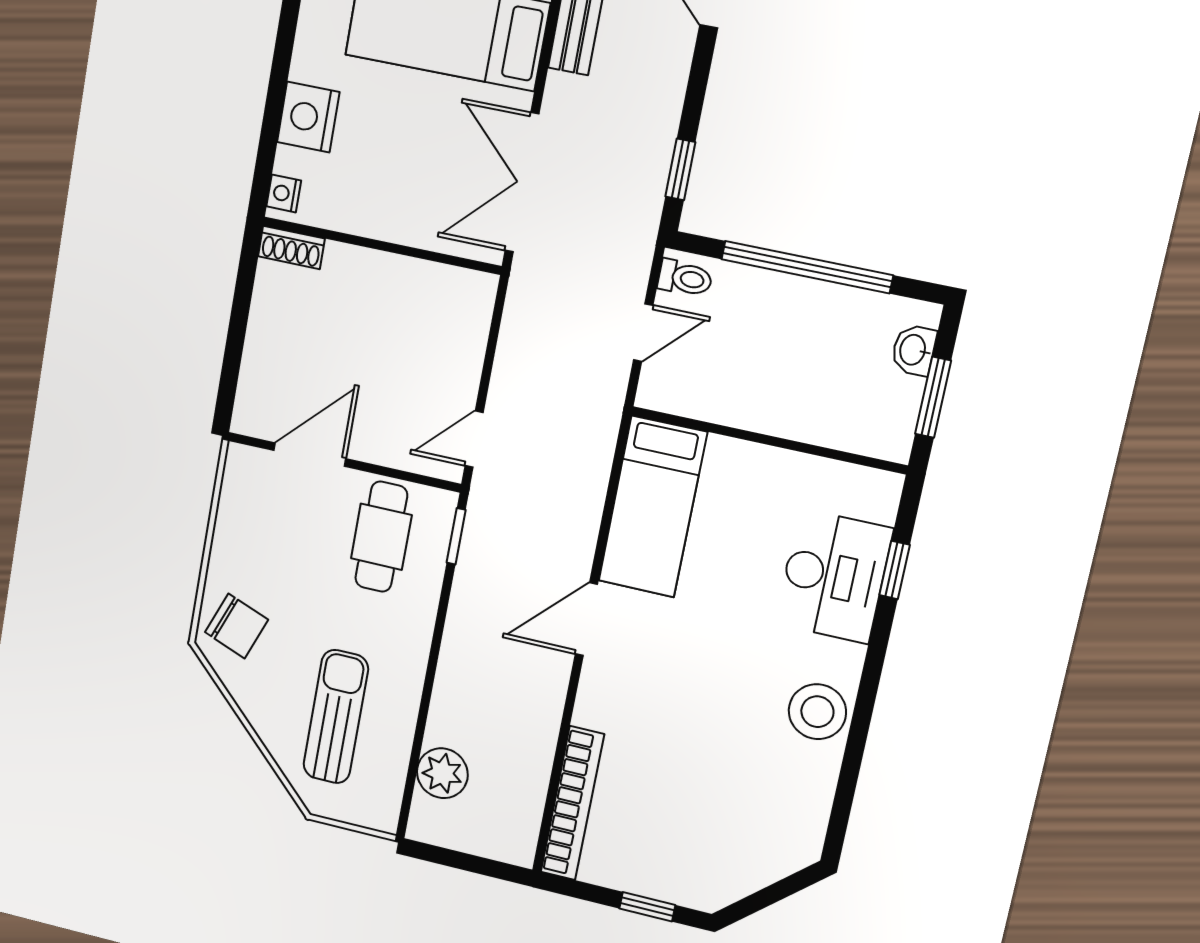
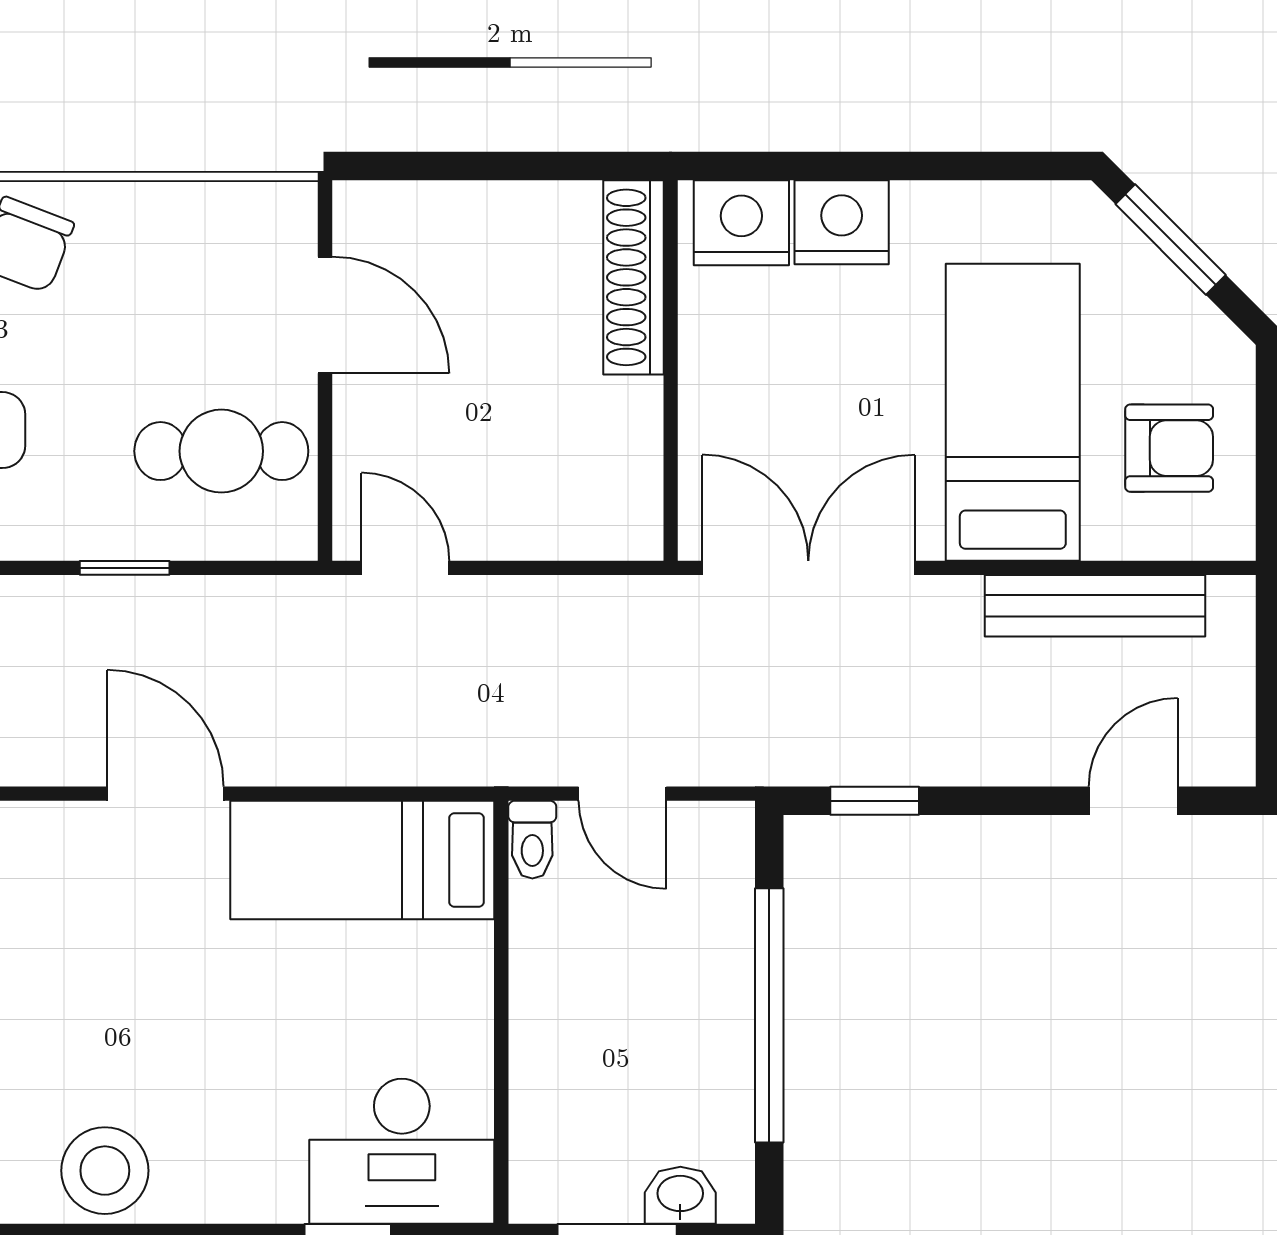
nightstand: (284, 193) -> (741, 223), width x1.89, depth x1.79
shoe rack: (291, 247) -> (633, 277), width x1.94, depth x1.24
toilet: (685, 278) -> (532, 840), moved
window: (456, 536) -> (125, 568), moved
desk: (834, 576) -> (402, 1151), moved

